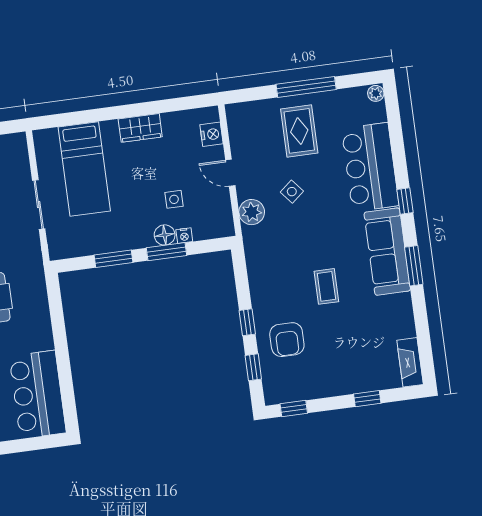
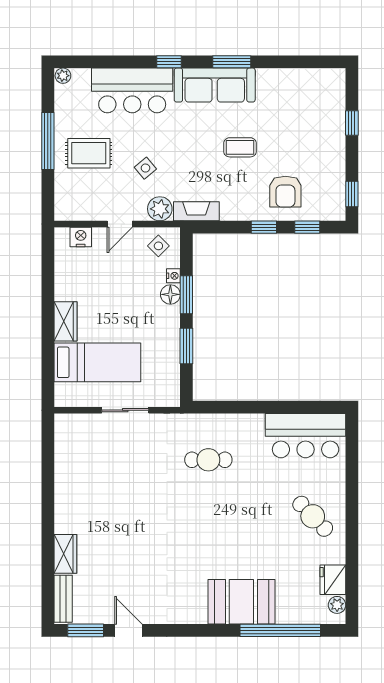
wardrobe: (140, 128) -> (65, 321), moved
side table: (174, 199) -> (158, 246), moved, turned 45
armchair: (287, 340) -> (285, 192), turned 90
fireplace: (410, 362) -> (196, 211), moved, turned 180

